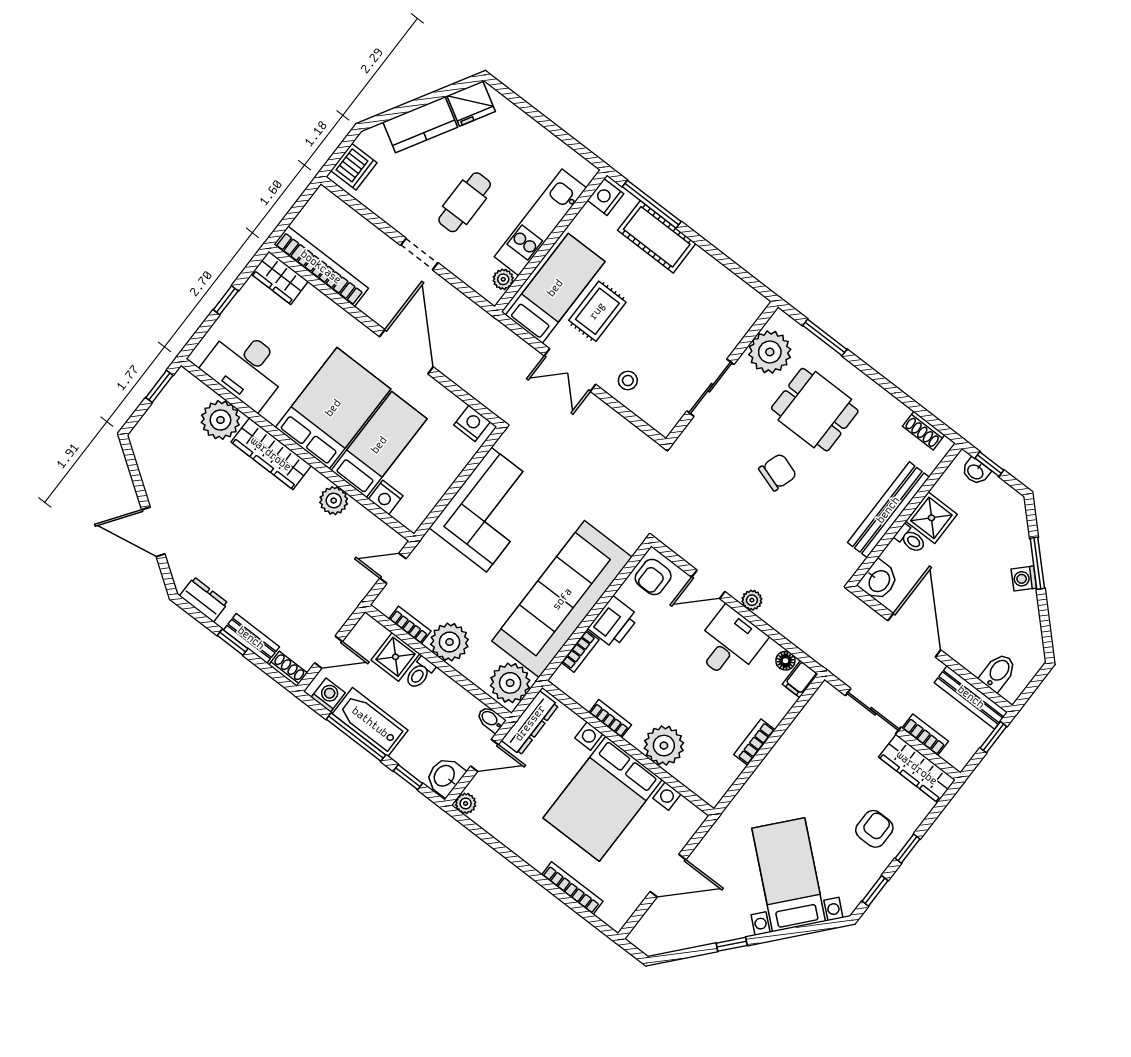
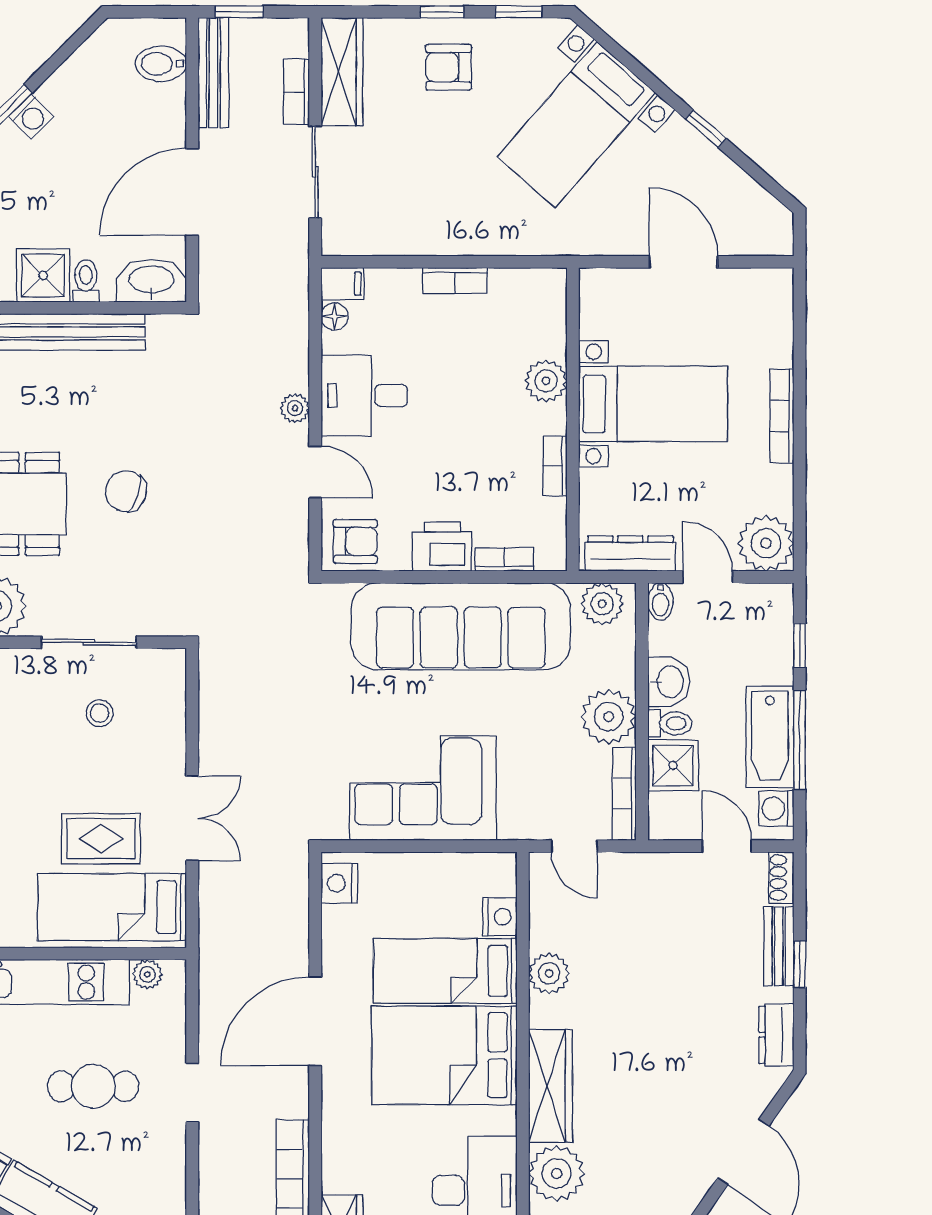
stool: (628, 381) -> (100, 713), moved
washbasin: (879, 581) -> (151, 281), width x1.38
bookcase: (410, 625) -> (624, 794), width x1.56
plant: (510, 683) -> (602, 604), width x0.73, depth x0.73
plant: (664, 746) -> (546, 381), width x0.73, depth x0.73
washbasin: (445, 776) -> (669, 682), moved, turned -90
bed with nightstands: (603, 799) -> (653, 404), width x0.73
plant: (466, 803) -> (766, 543), width x1.88, depth x1.88
bookcase: (572, 888) -> (782, 416), moved

